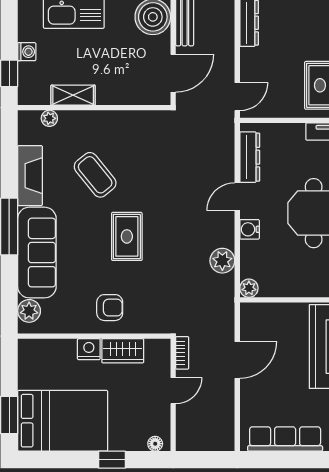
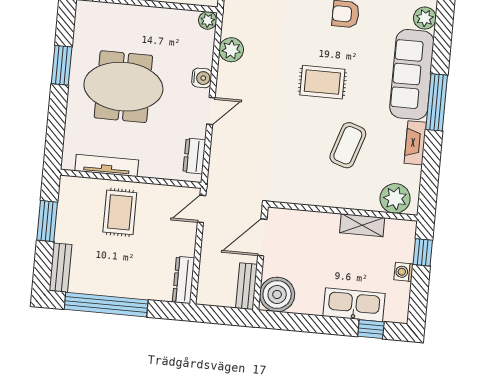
plant: (49, 118) -> (395, 198), width x1.87, depth x1.87
dresser: (250, 157) -> (194, 156), width x0.70
coffee table: (95, 175) -> (348, 145), turned 57
fireplace: (30, 176) -> (415, 143), width x0.73, depth x0.76
rug: (127, 236) -> (322, 82), turned 90

